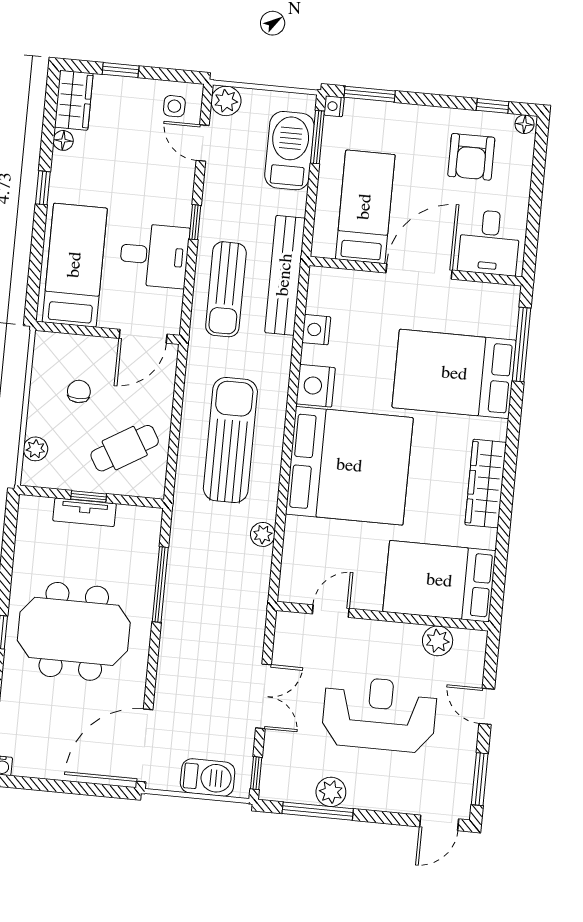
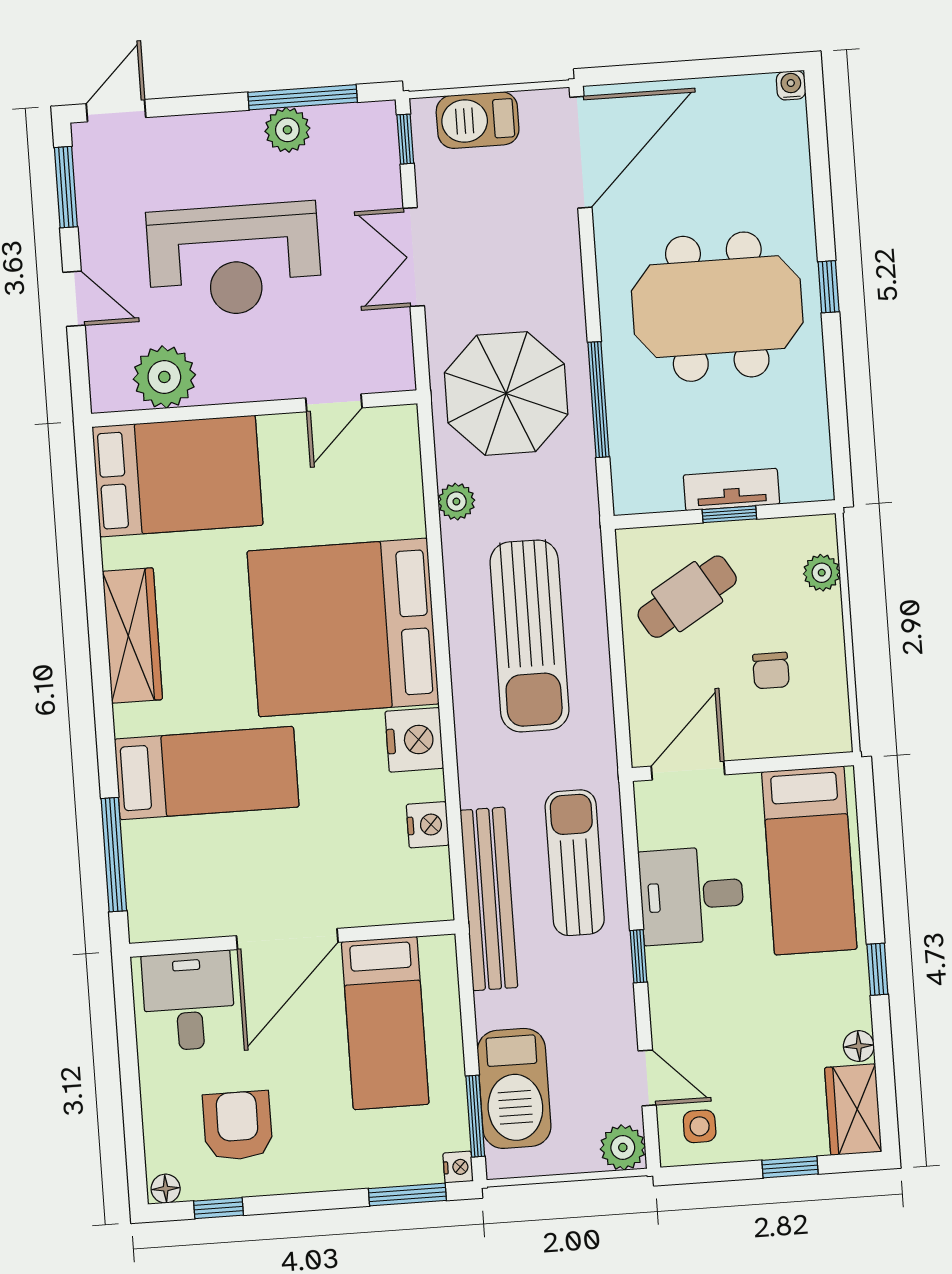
bed: (454, 374) -> (207, 773), width x0.67
parasol: (219, 599) -> (506, 393), added
plant: (438, 641) -> (164, 377), width x1.36, depth x1.36

